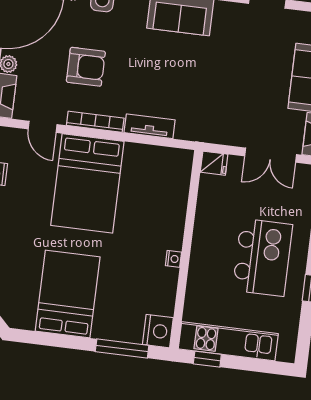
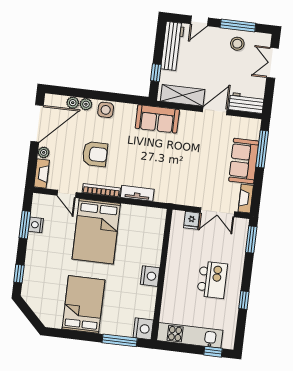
fridge: (214, 163) -> (192, 220), moved, turned 90
kitchen island: (263, 257) -> (212, 280), width x0.73, depth x0.78
nightstand: (173, 259) -> (150, 276), width x1.89, depth x1.79
window: (207, 359) -> (213, 352), moved

